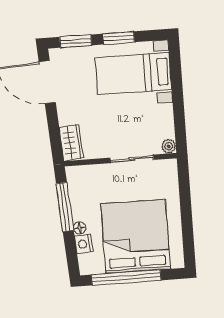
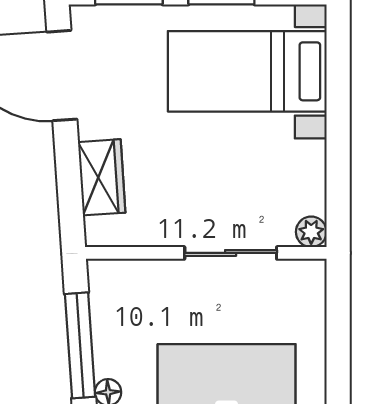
wardrobe: (71, 143) -> (102, 177), moved

